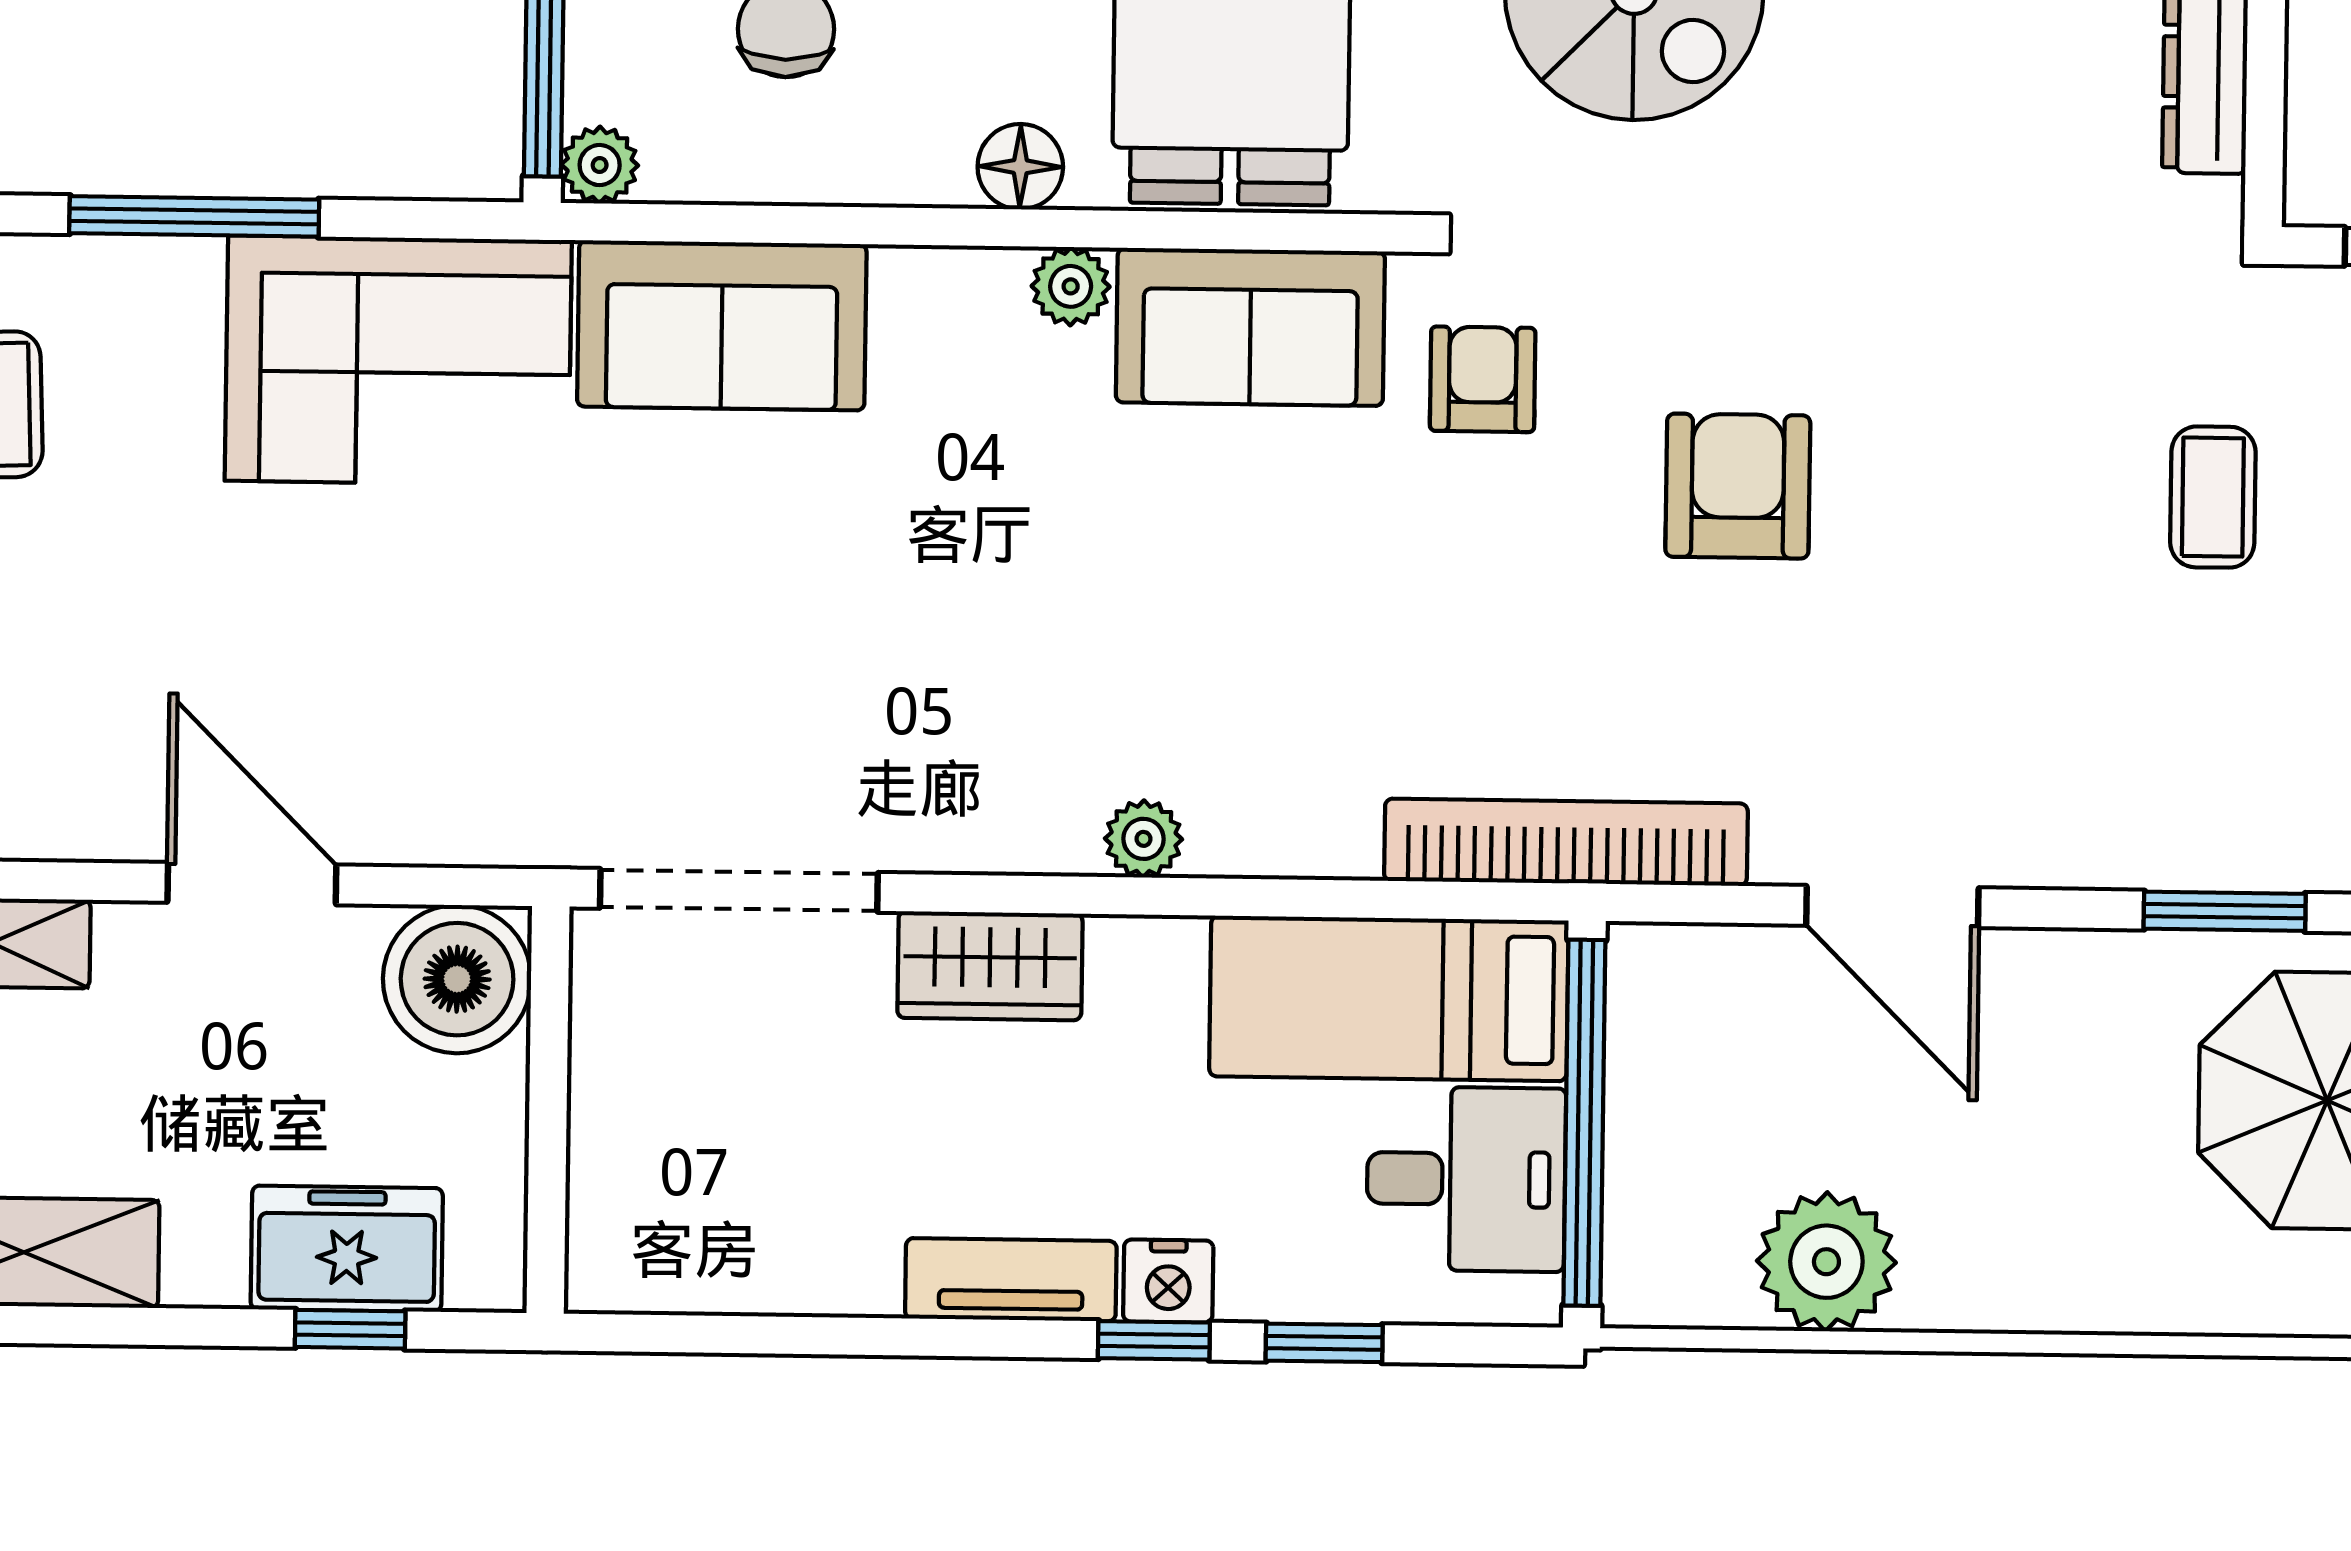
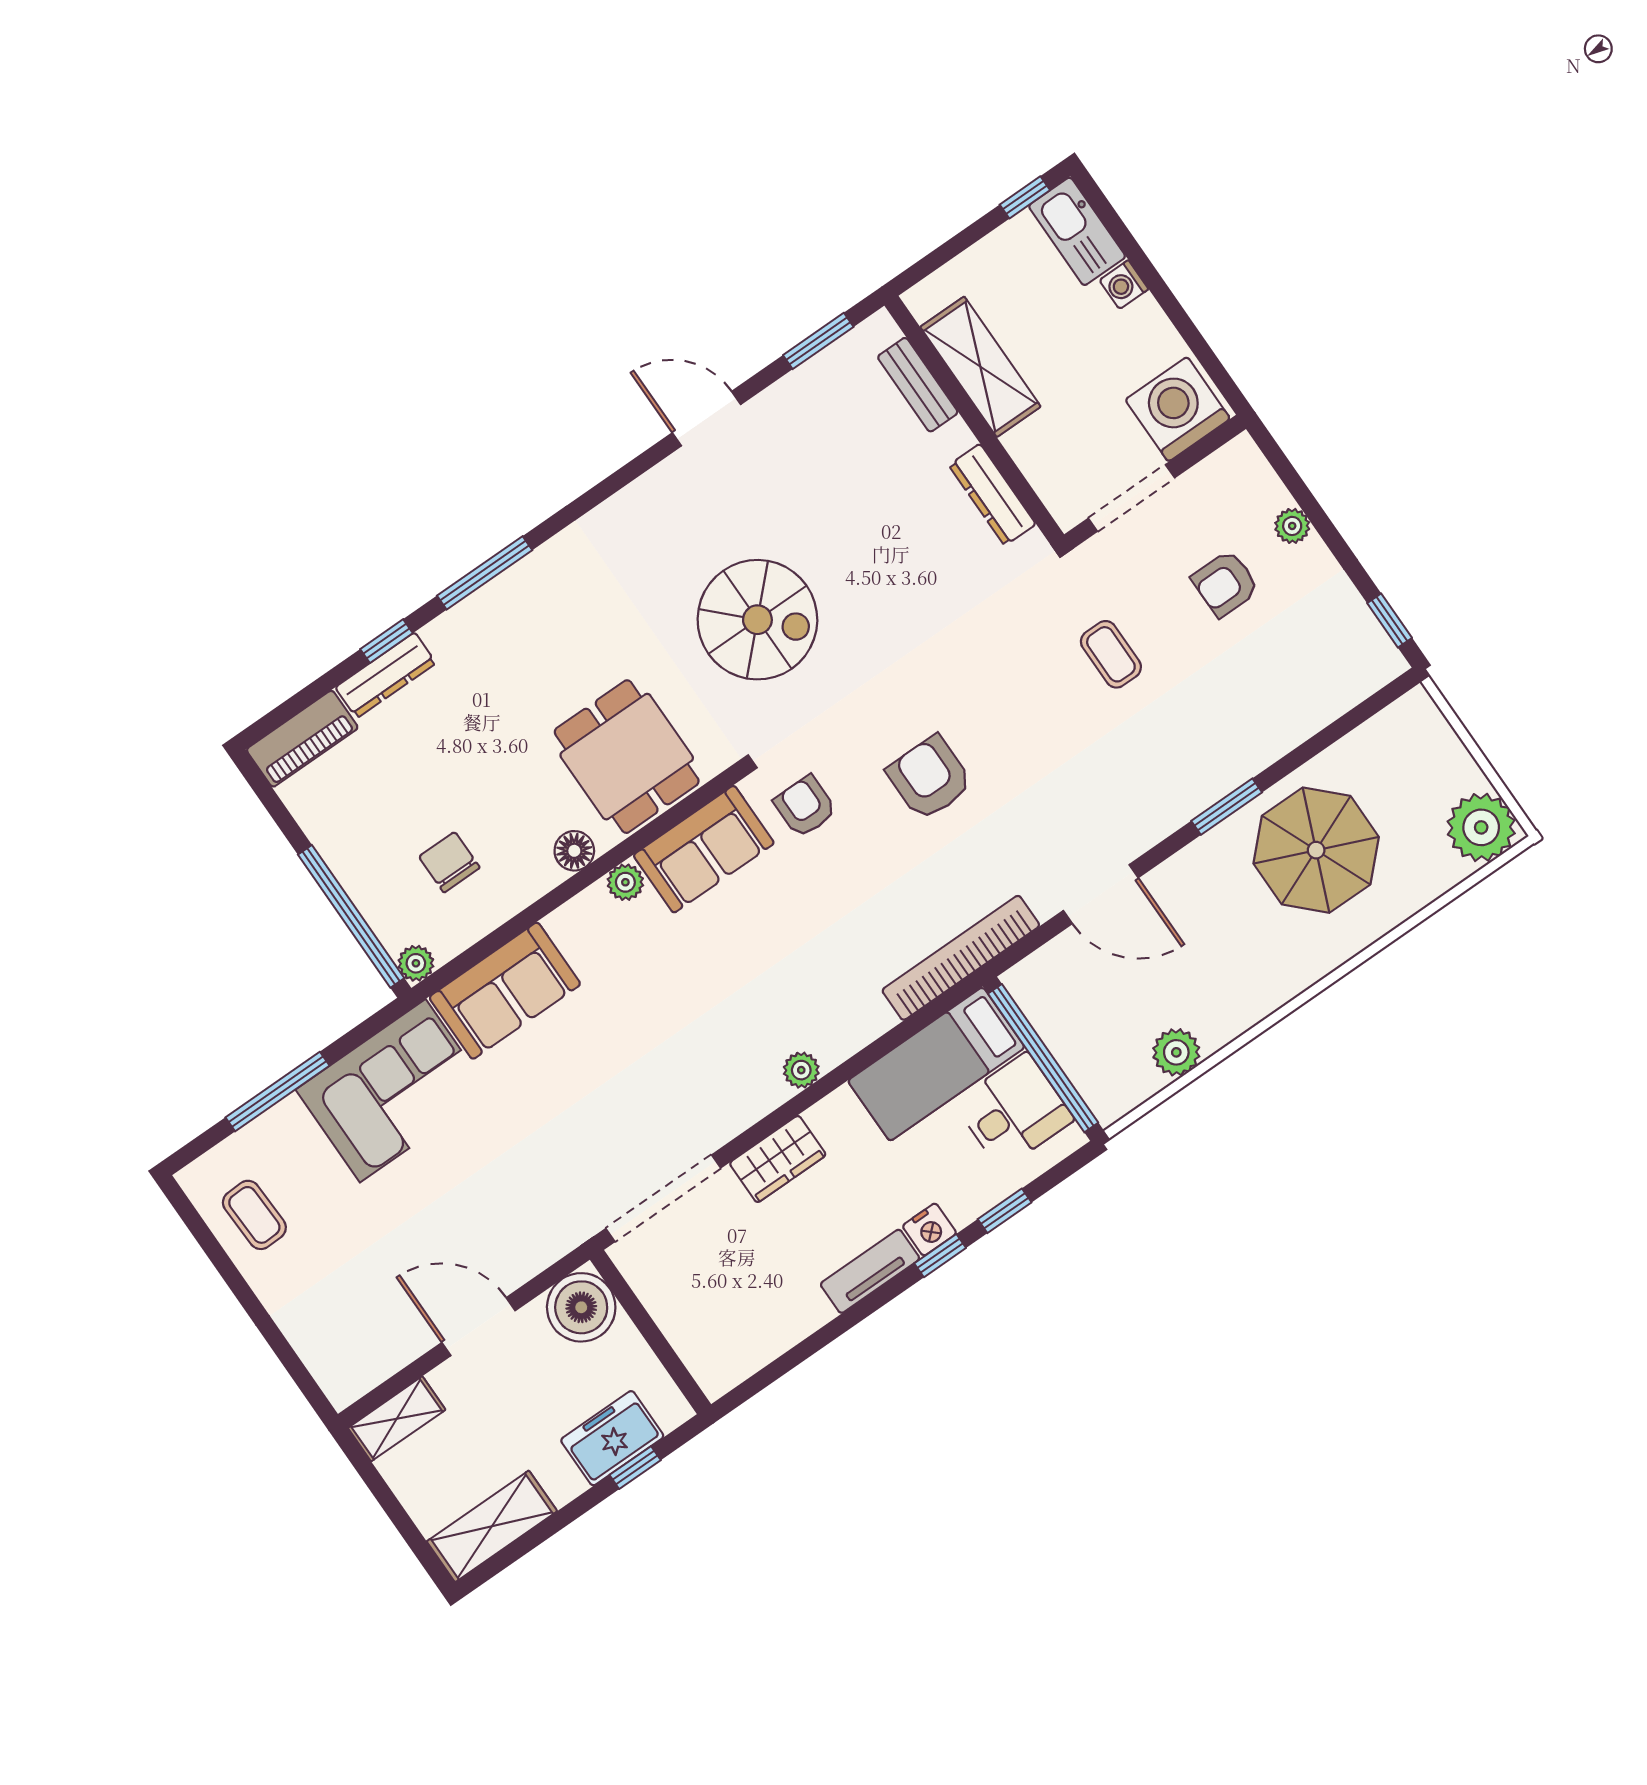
plant: (1826, 1262) -> (1176, 1052), width x0.73, depth x0.73

